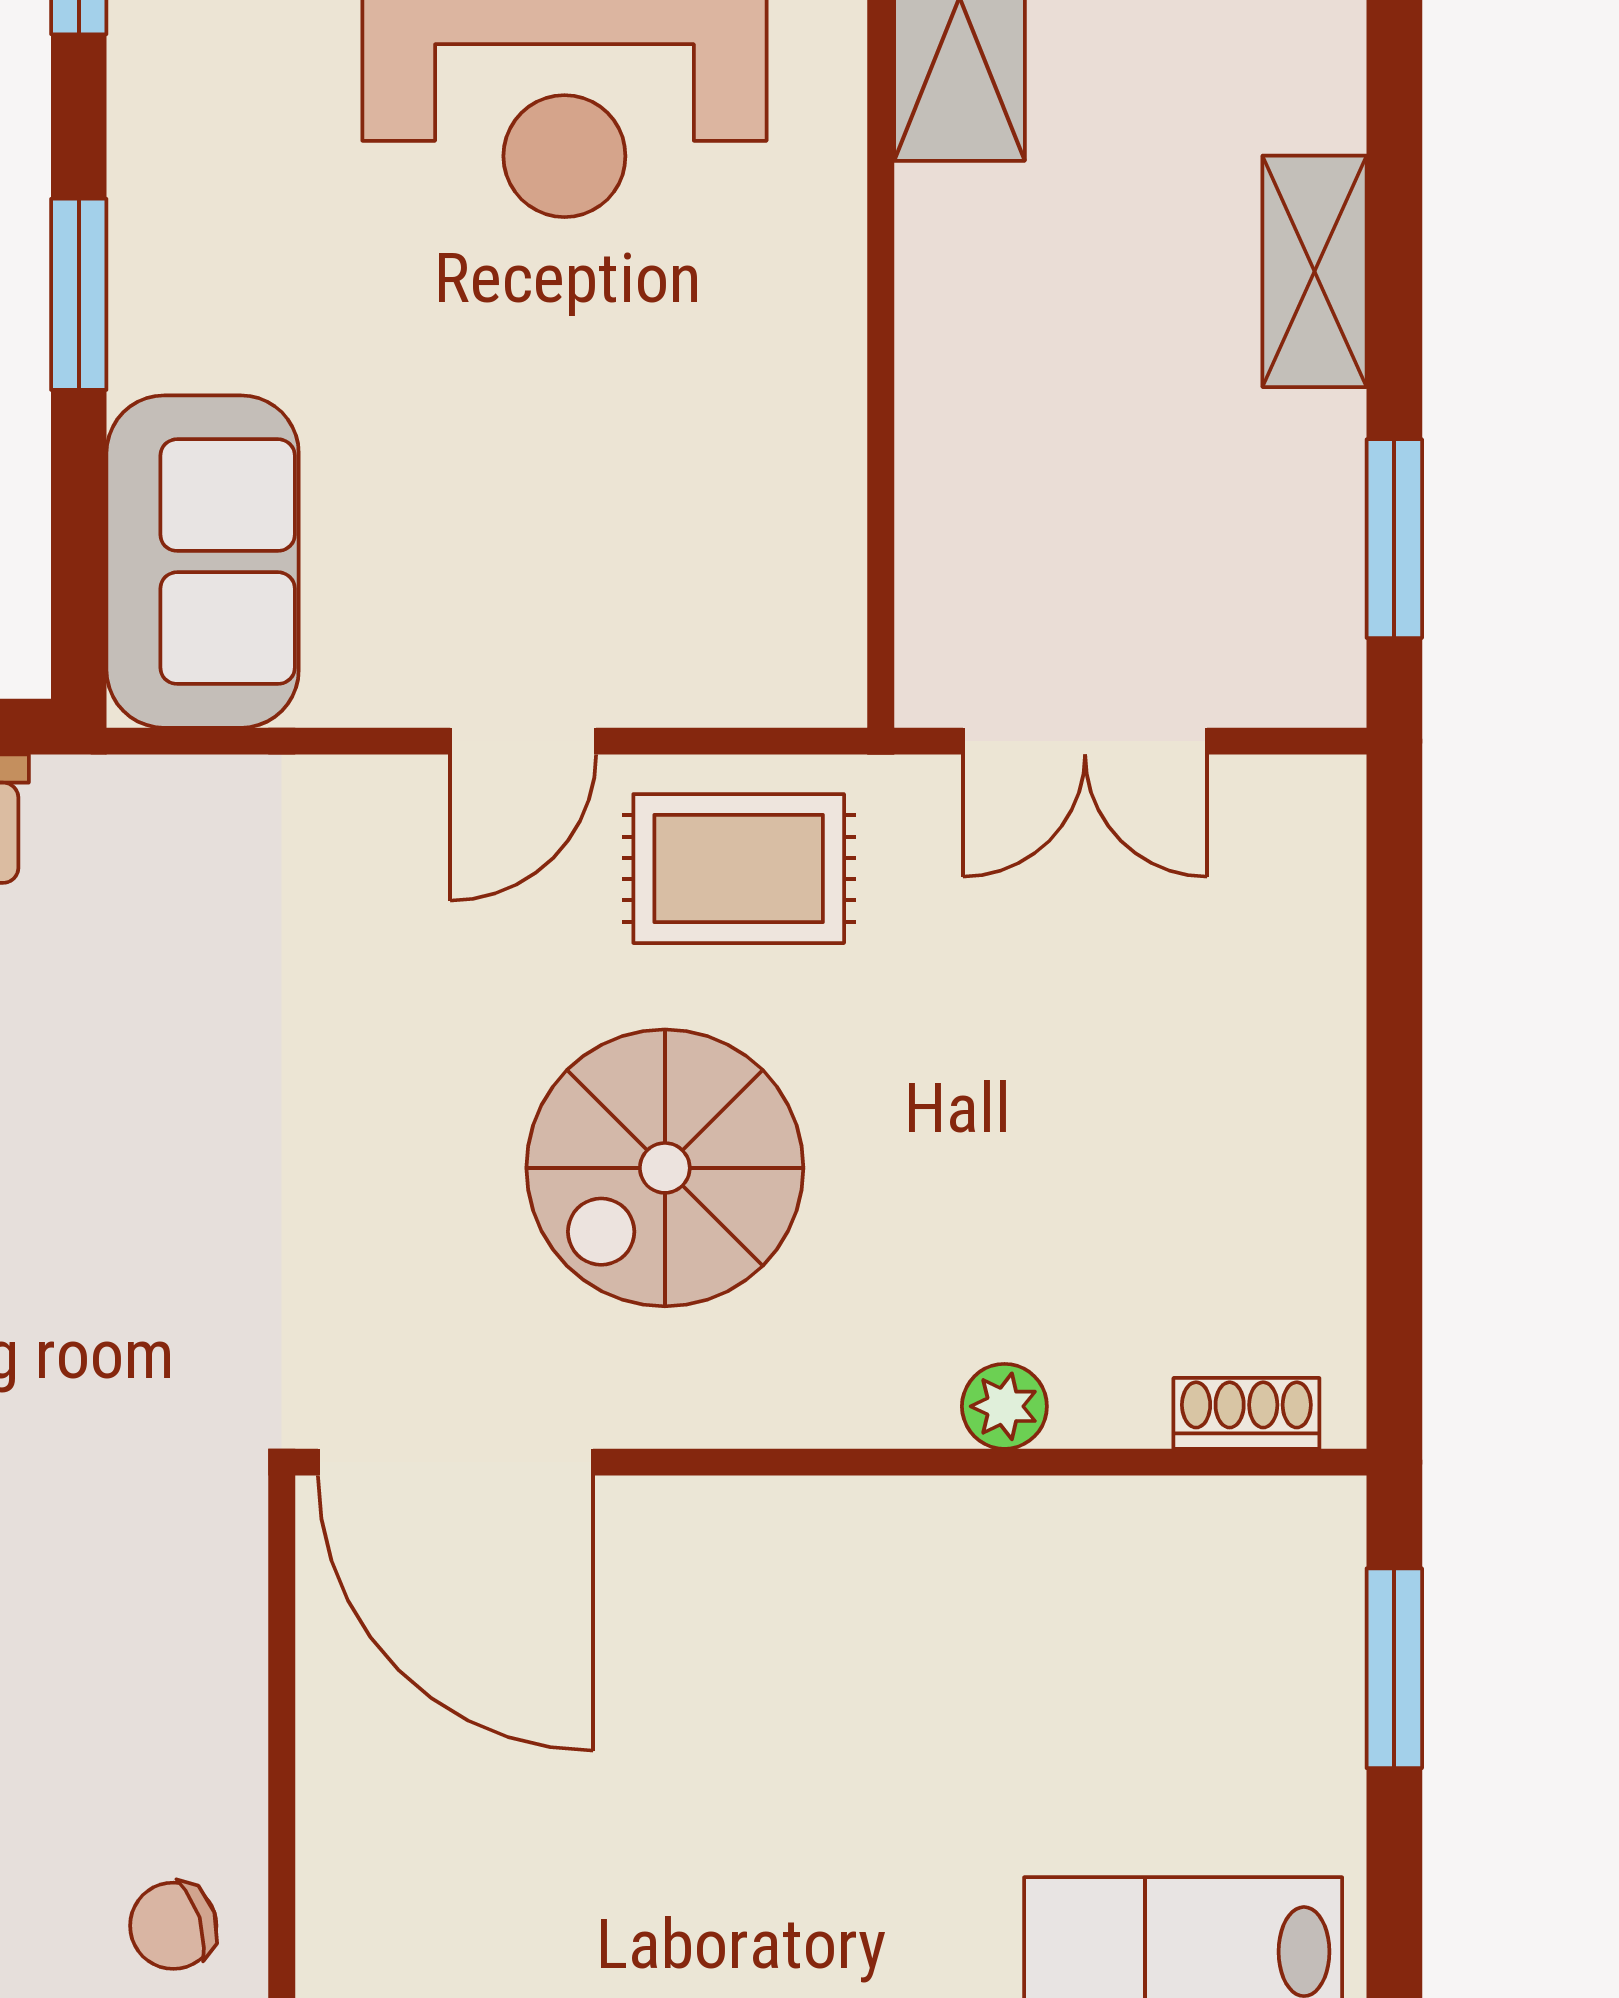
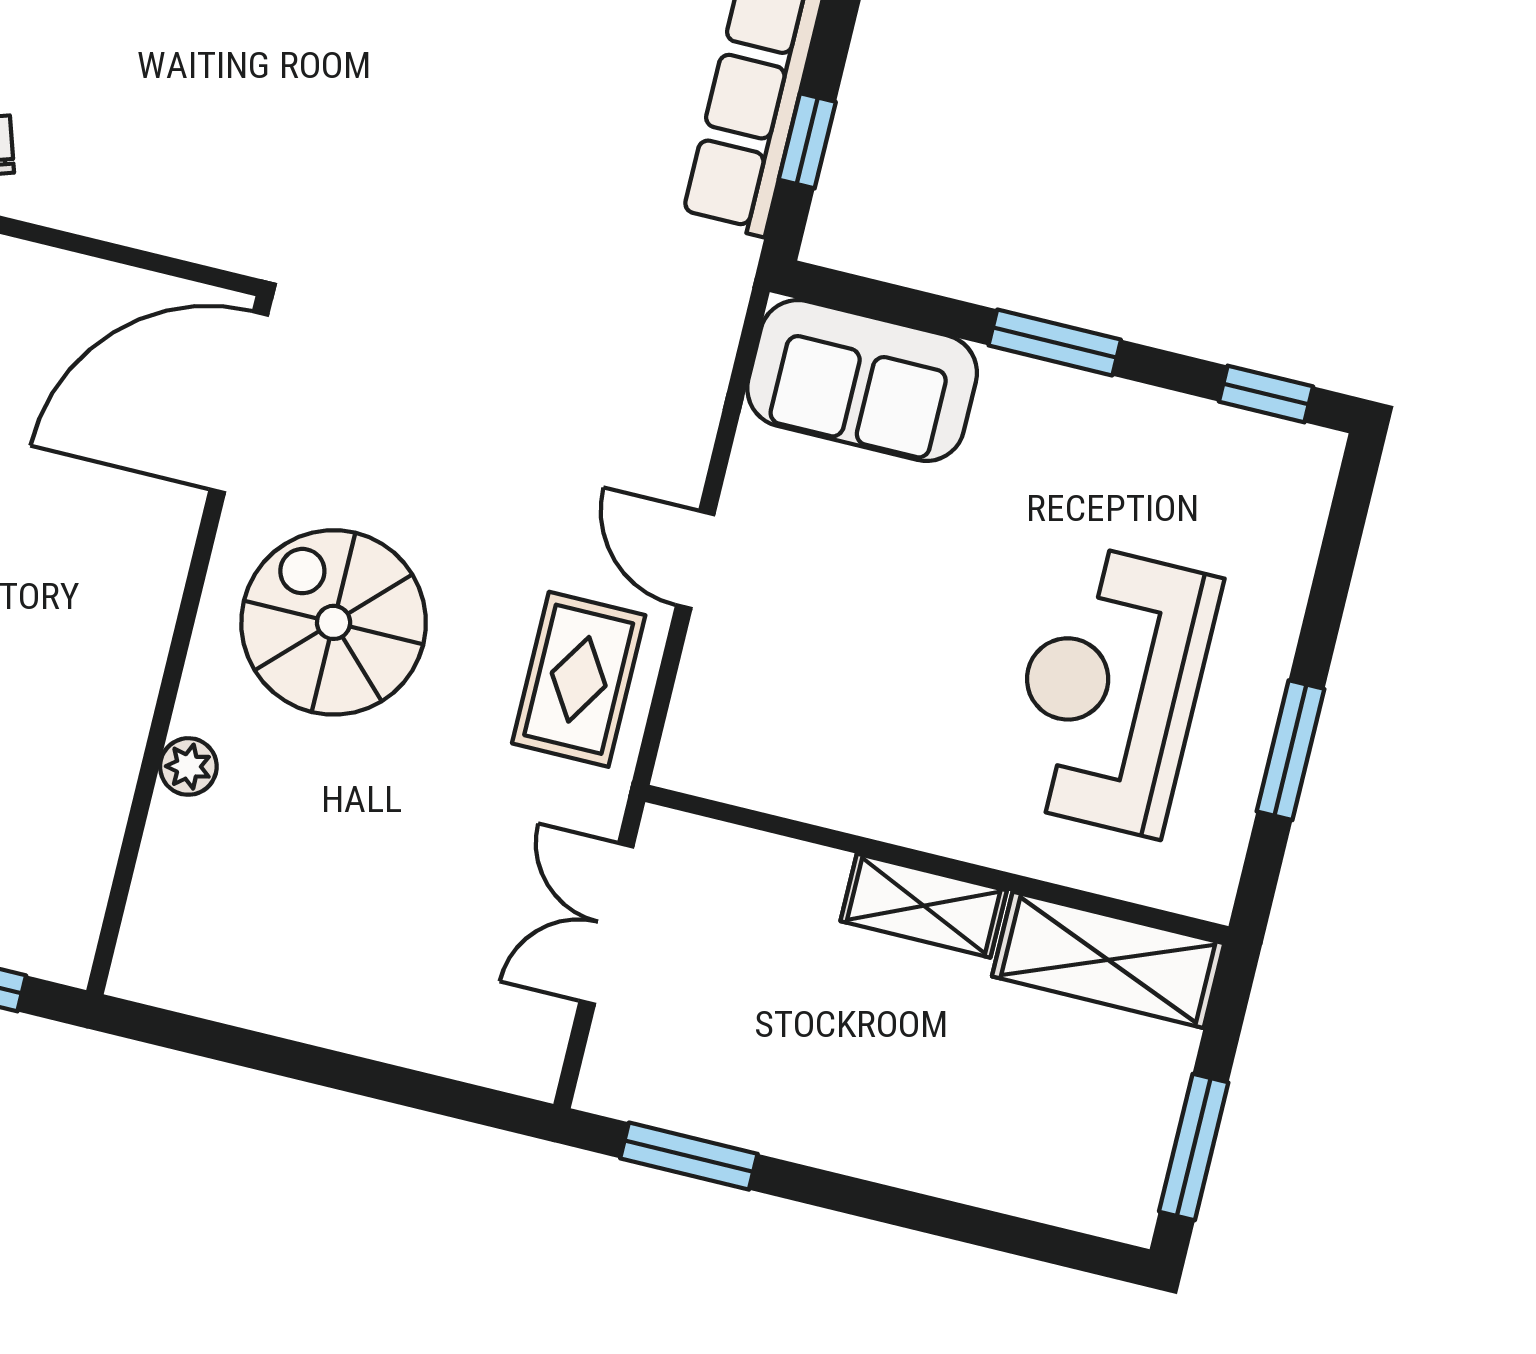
shelving: (1315, 271) -> (924, 906), moved
spiral stairs: (665, 1168) -> (334, 622), moved
shoe rack: (1246, 1413) -> (146, 922), removed

